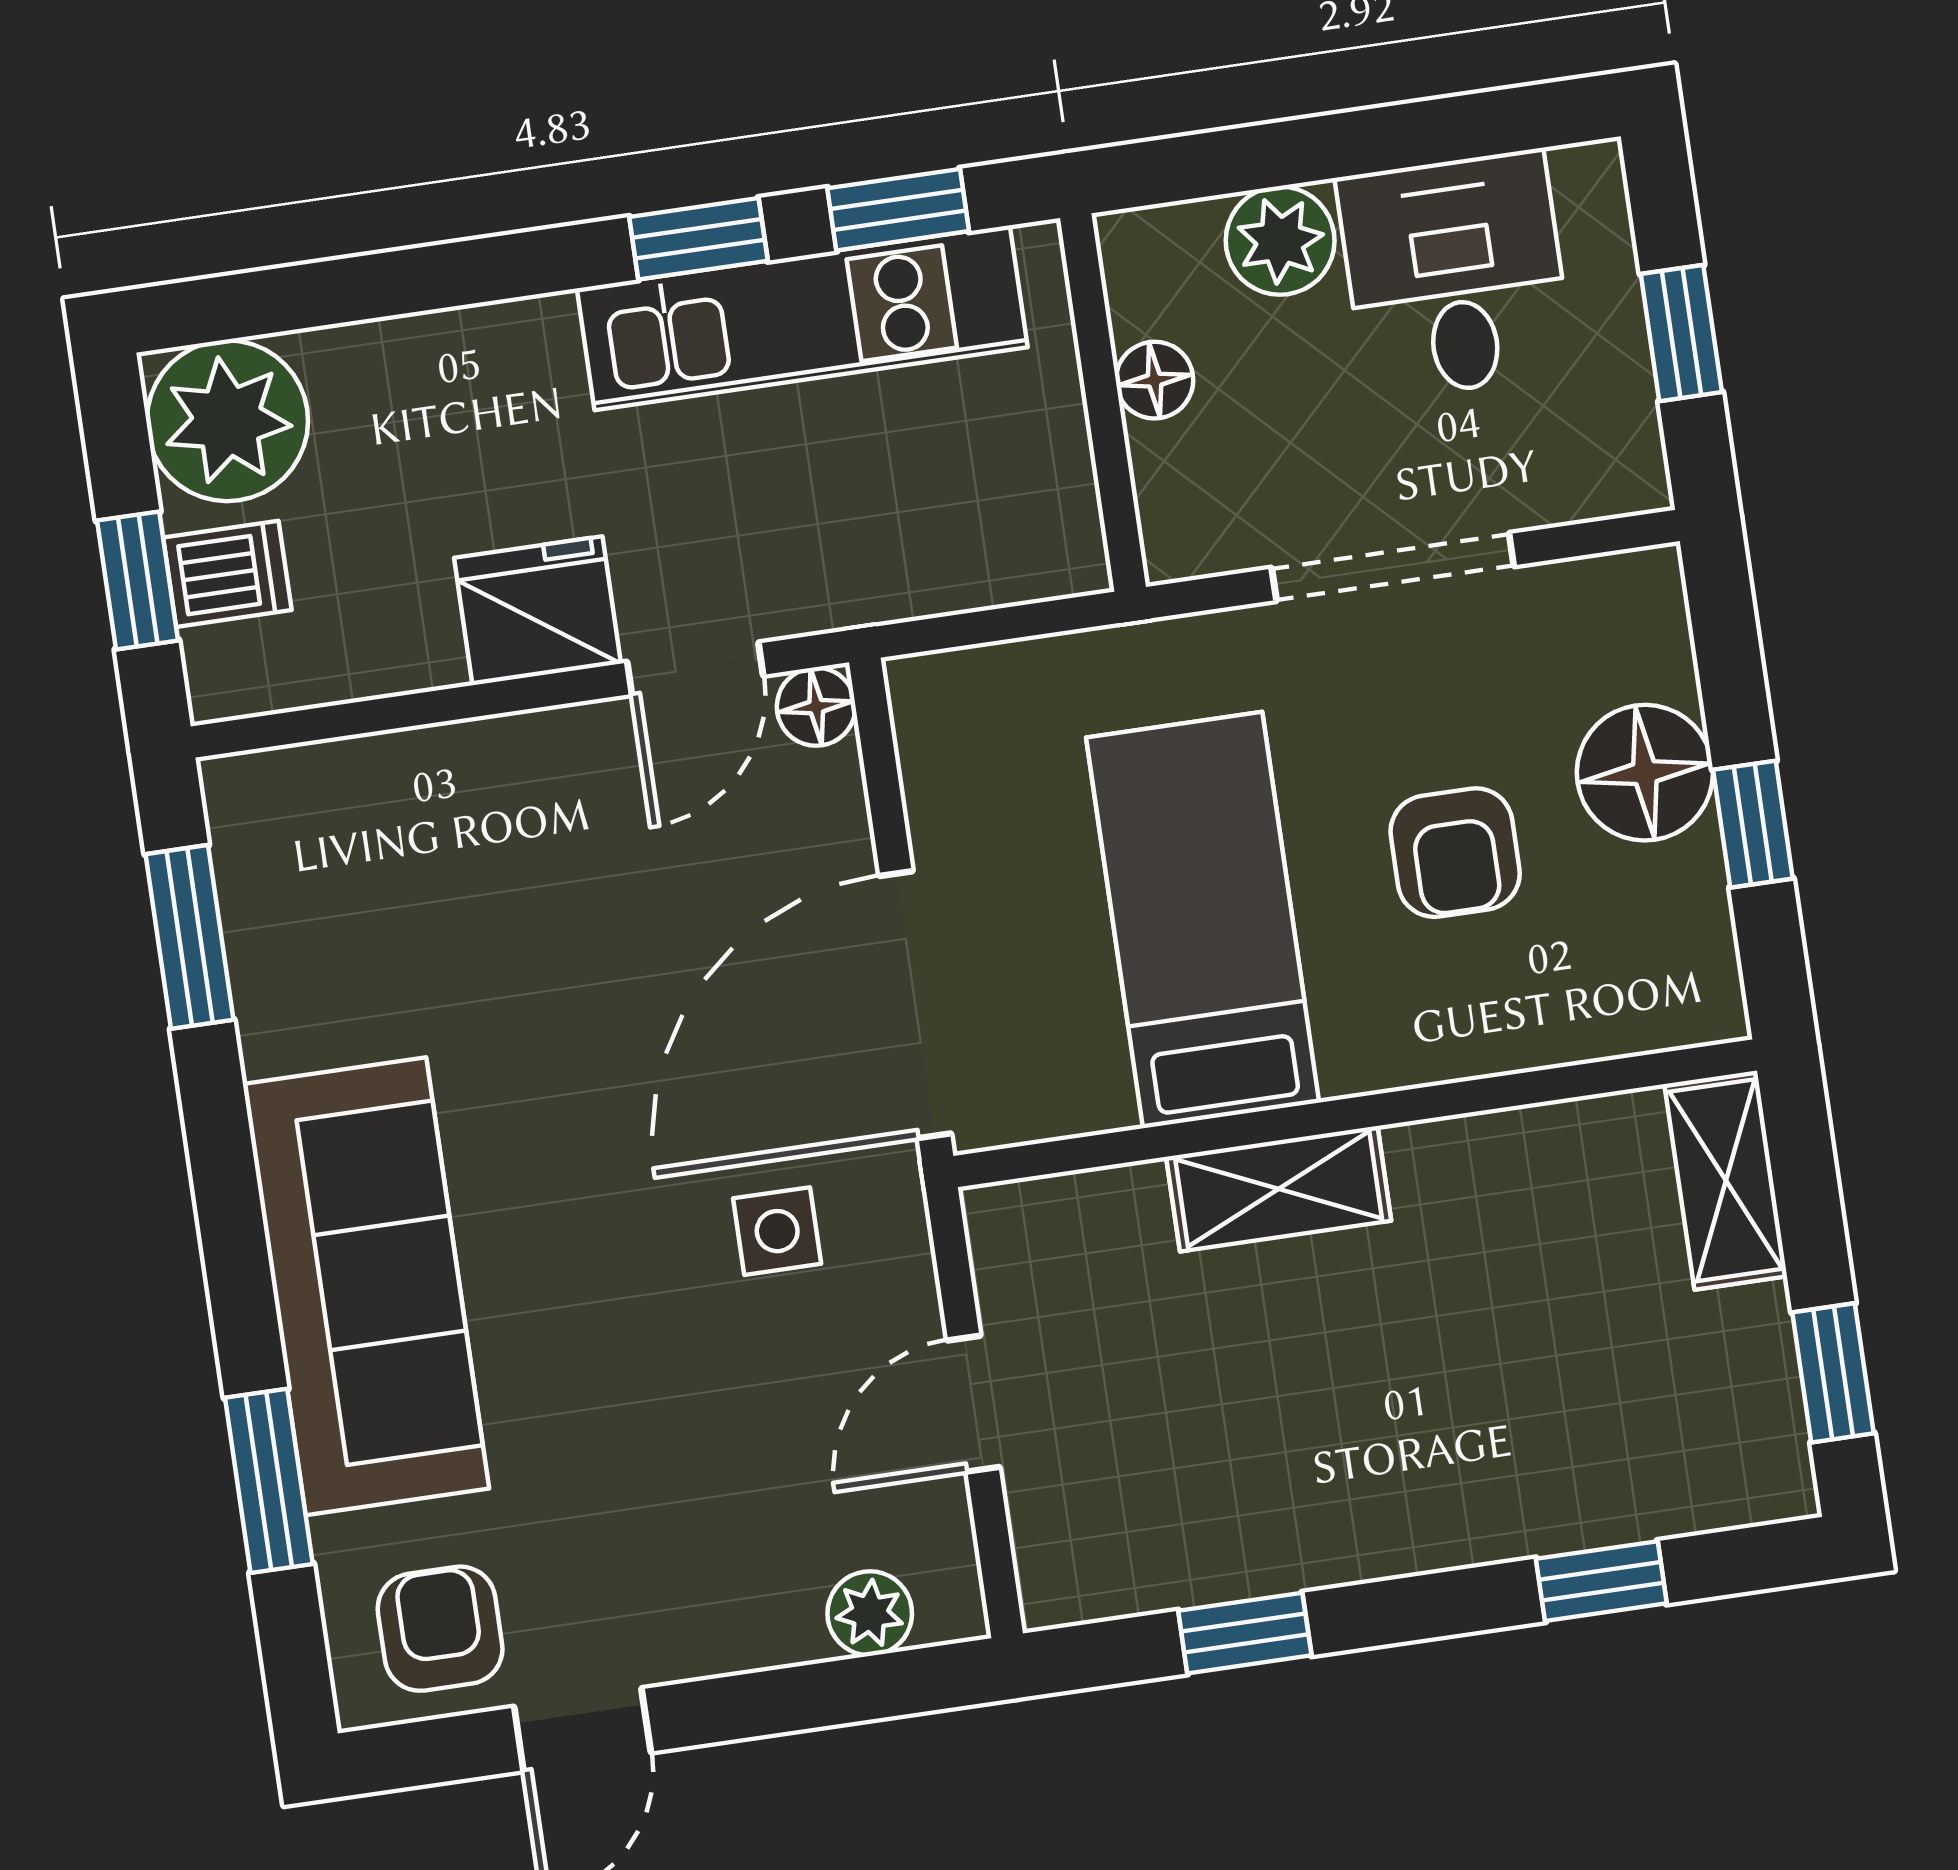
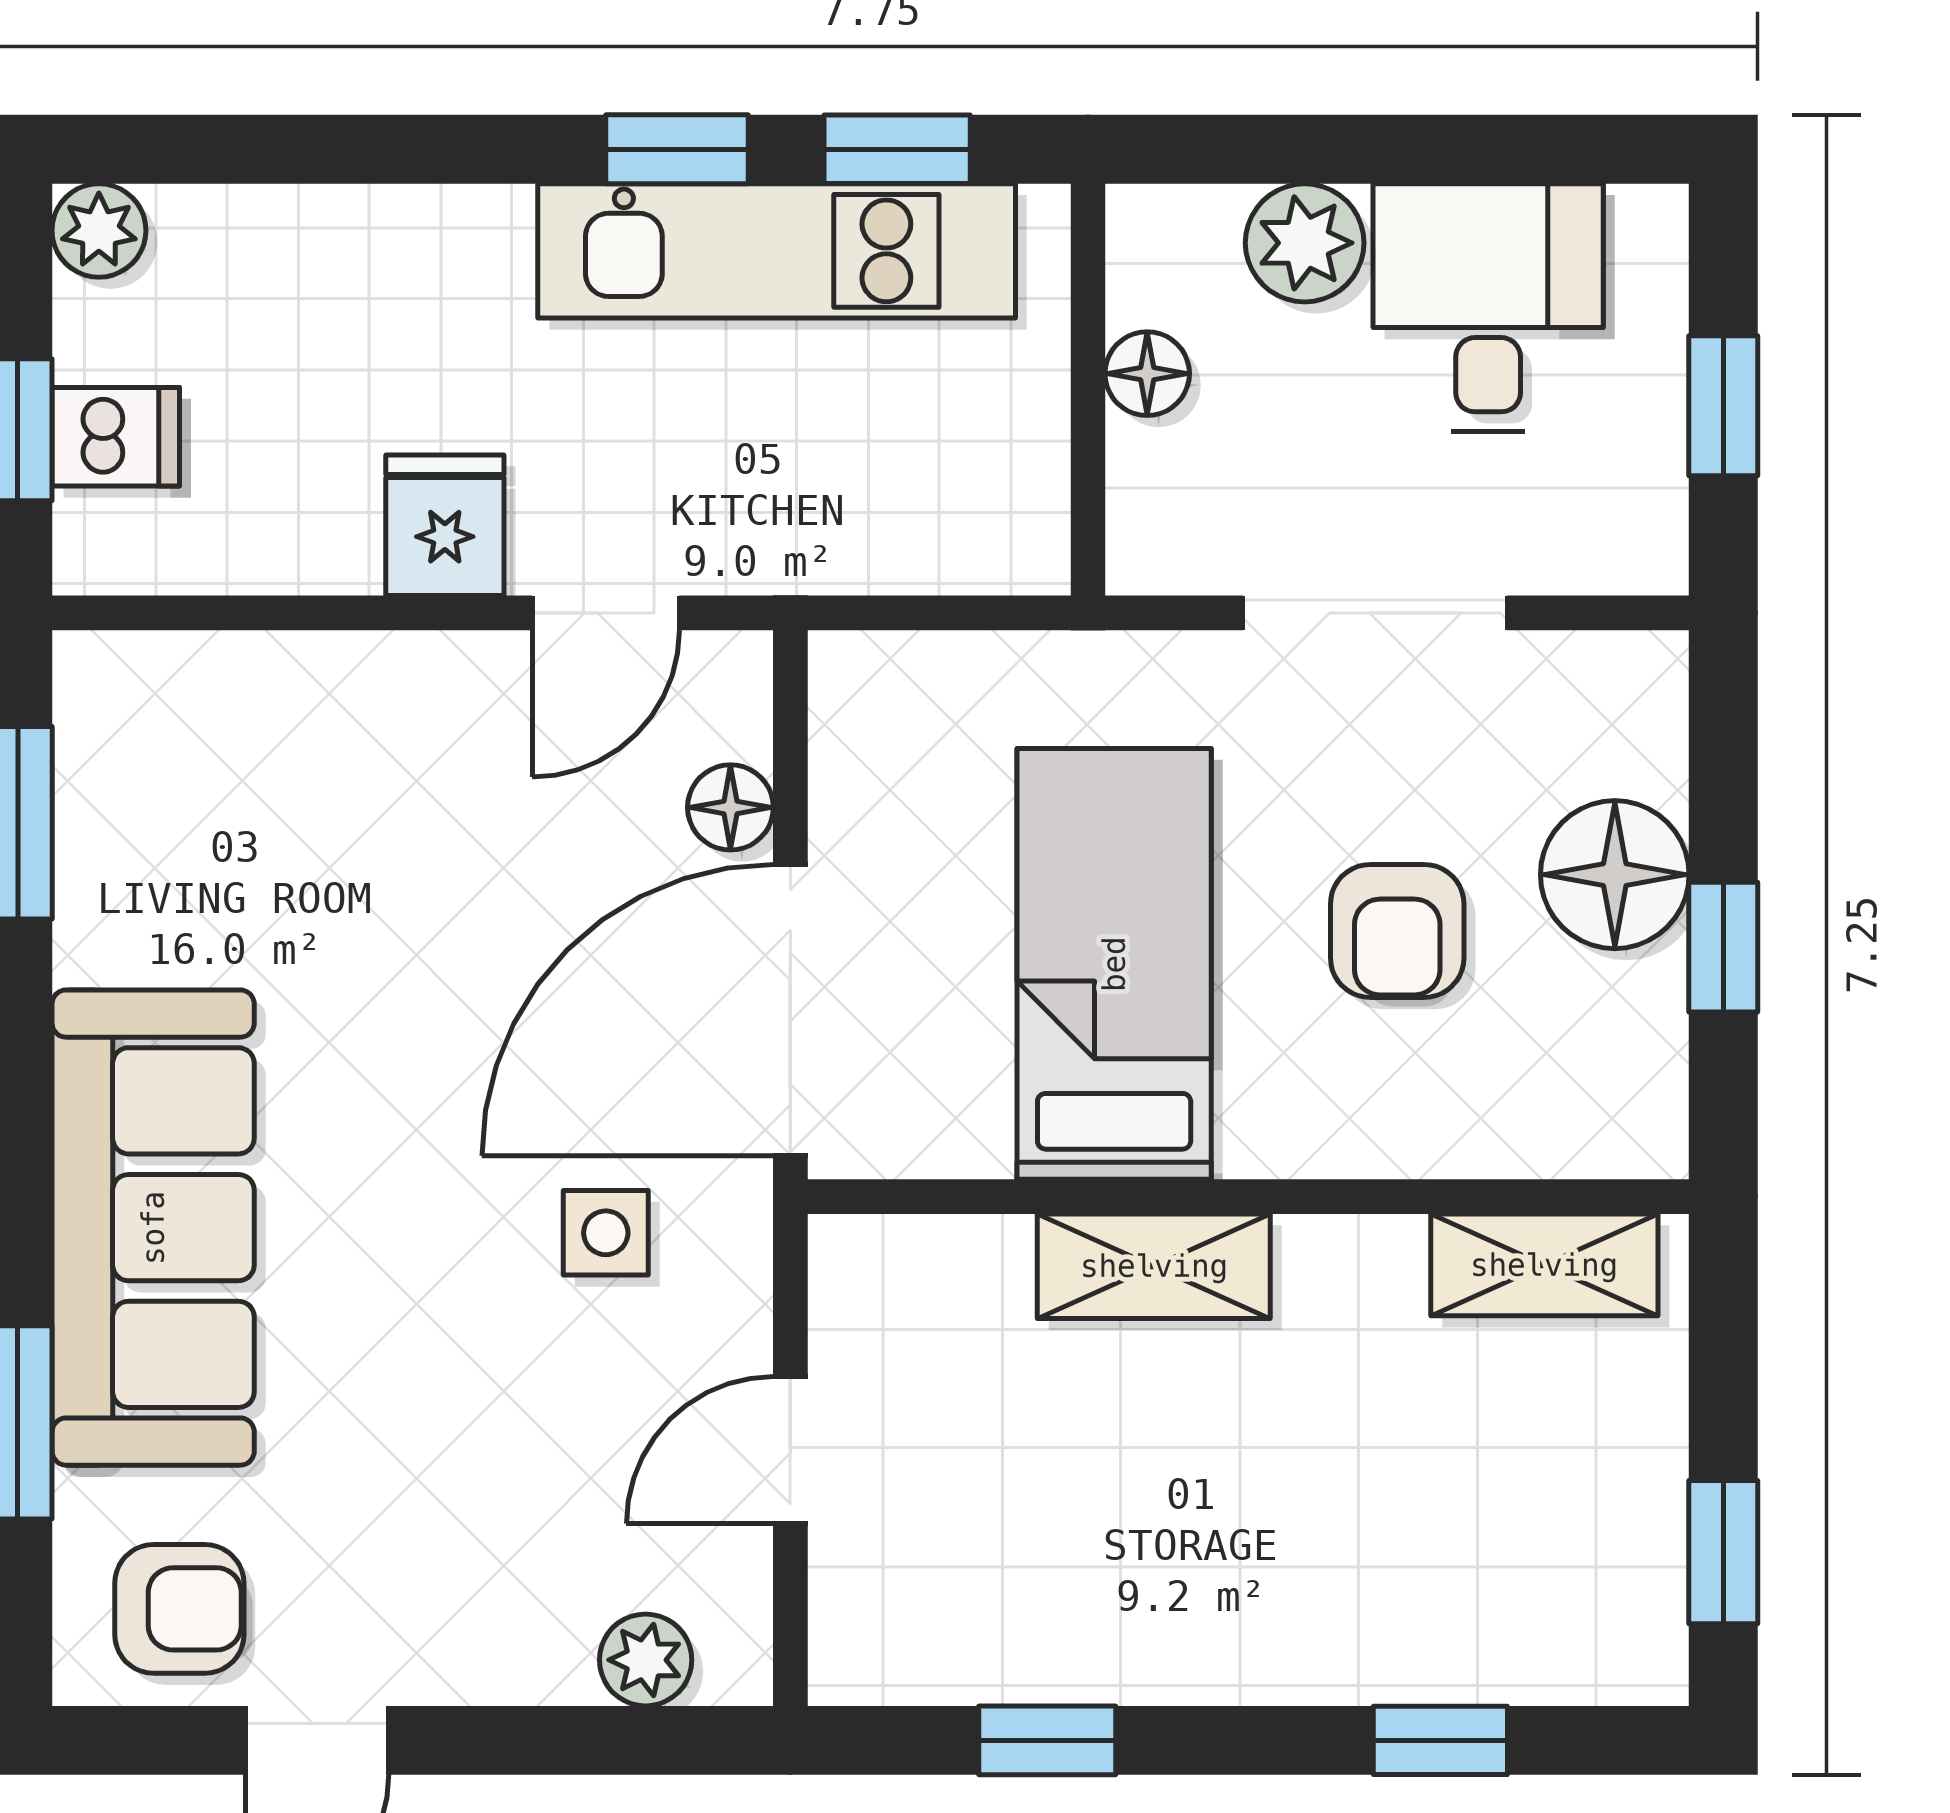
plant: (227, 421) -> (99, 230), width x0.53, depth x0.53
fridge: (538, 611) -> (445, 525), width x0.72
floor lamp: (816, 707) -> (730, 807), moved
shelving: (1726, 1180) -> (1544, 1265), moved, turned 90
armchair: (440, 1629) -> (179, 1609), turned 90

